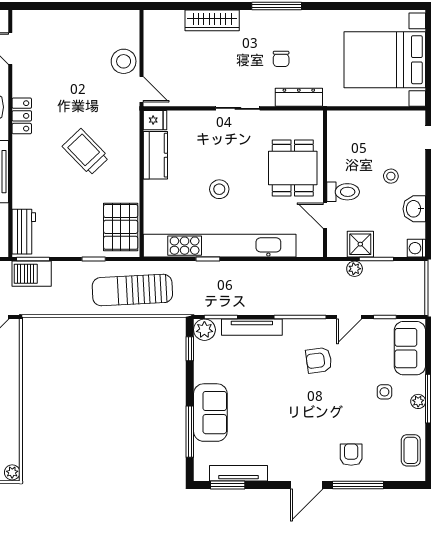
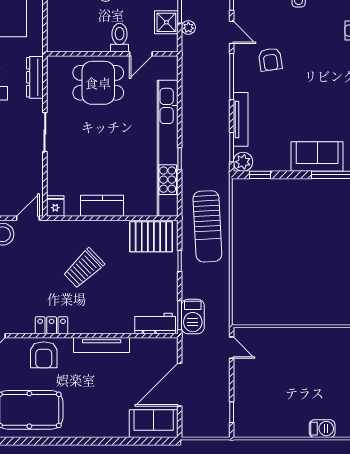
kitchen counter: (155, 155) -> (102, 206), moved
stool: (219, 189) -> (117, 149), removed

